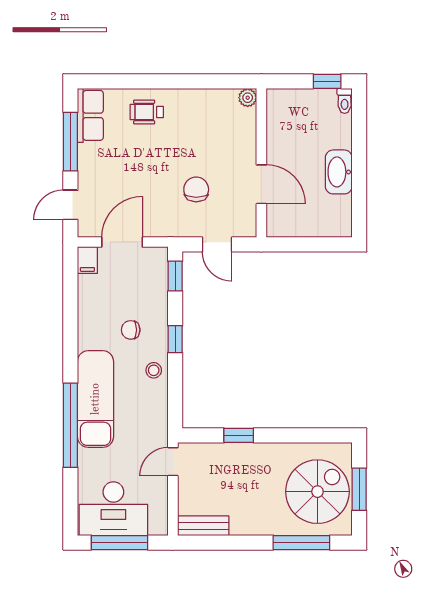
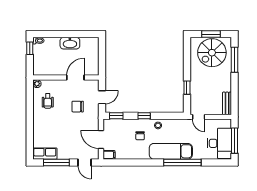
wheelchair: (147, 112) -> (48, 101), moved
spiral stairs: (317, 492) -> (212, 53), turned -90

